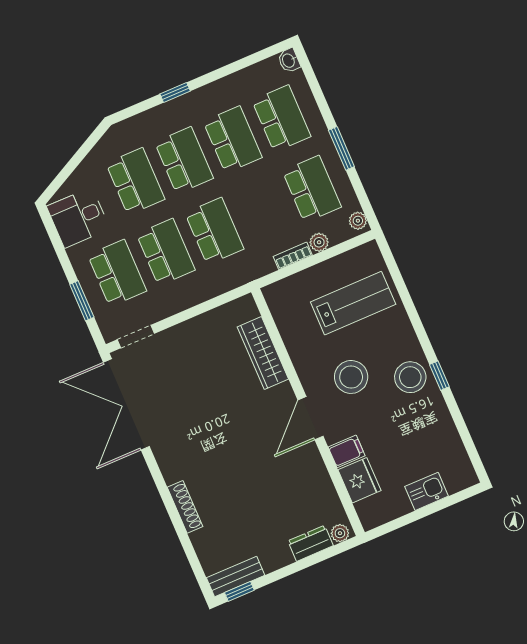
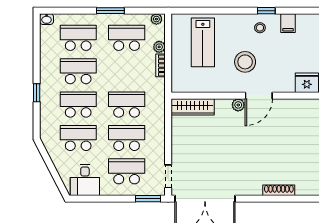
window: (82, 301) -> (148, 199), moved
lab bench: (353, 303) -> (203, 42), turned 180
wardrobe: (263, 353) -> (193, 107), moved
stool: (410, 377) -> (260, 28), width x0.53, depth x0.53
plant: (284, 394) -> (238, 105), added
door: (311, 418) -> (259, 96), hinge flipped
filing cabinet: (347, 451) -> (288, 23), moved, turned 180

